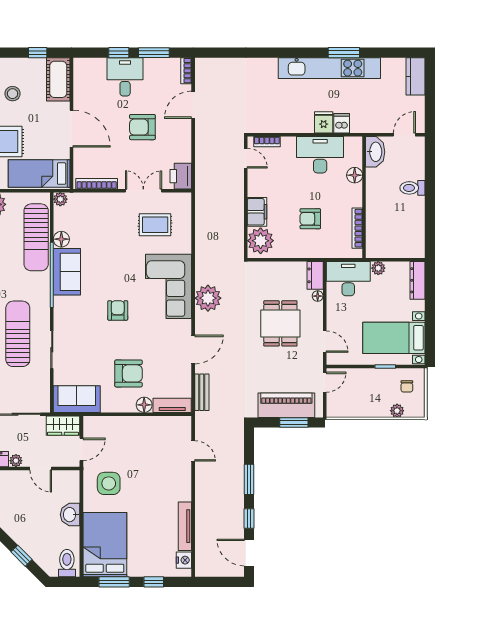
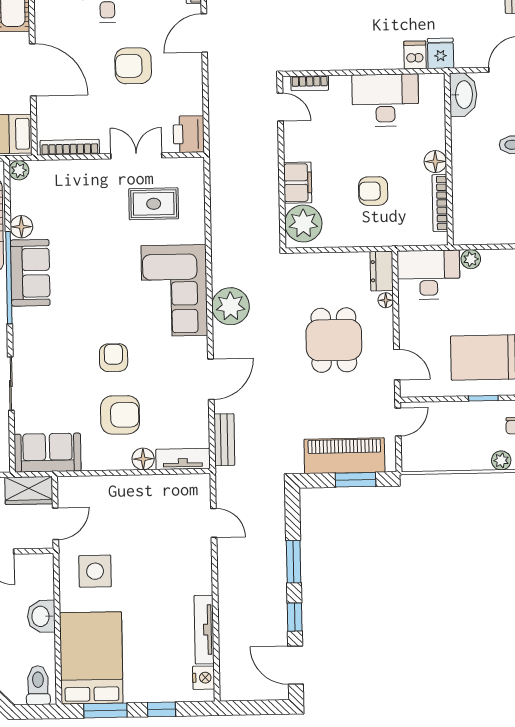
fridge: (324, 122) -> (441, 53), moved
floor lamp: (355, 175) -> (435, 162), moved
armchair: (118, 310) -> (114, 358), moved

